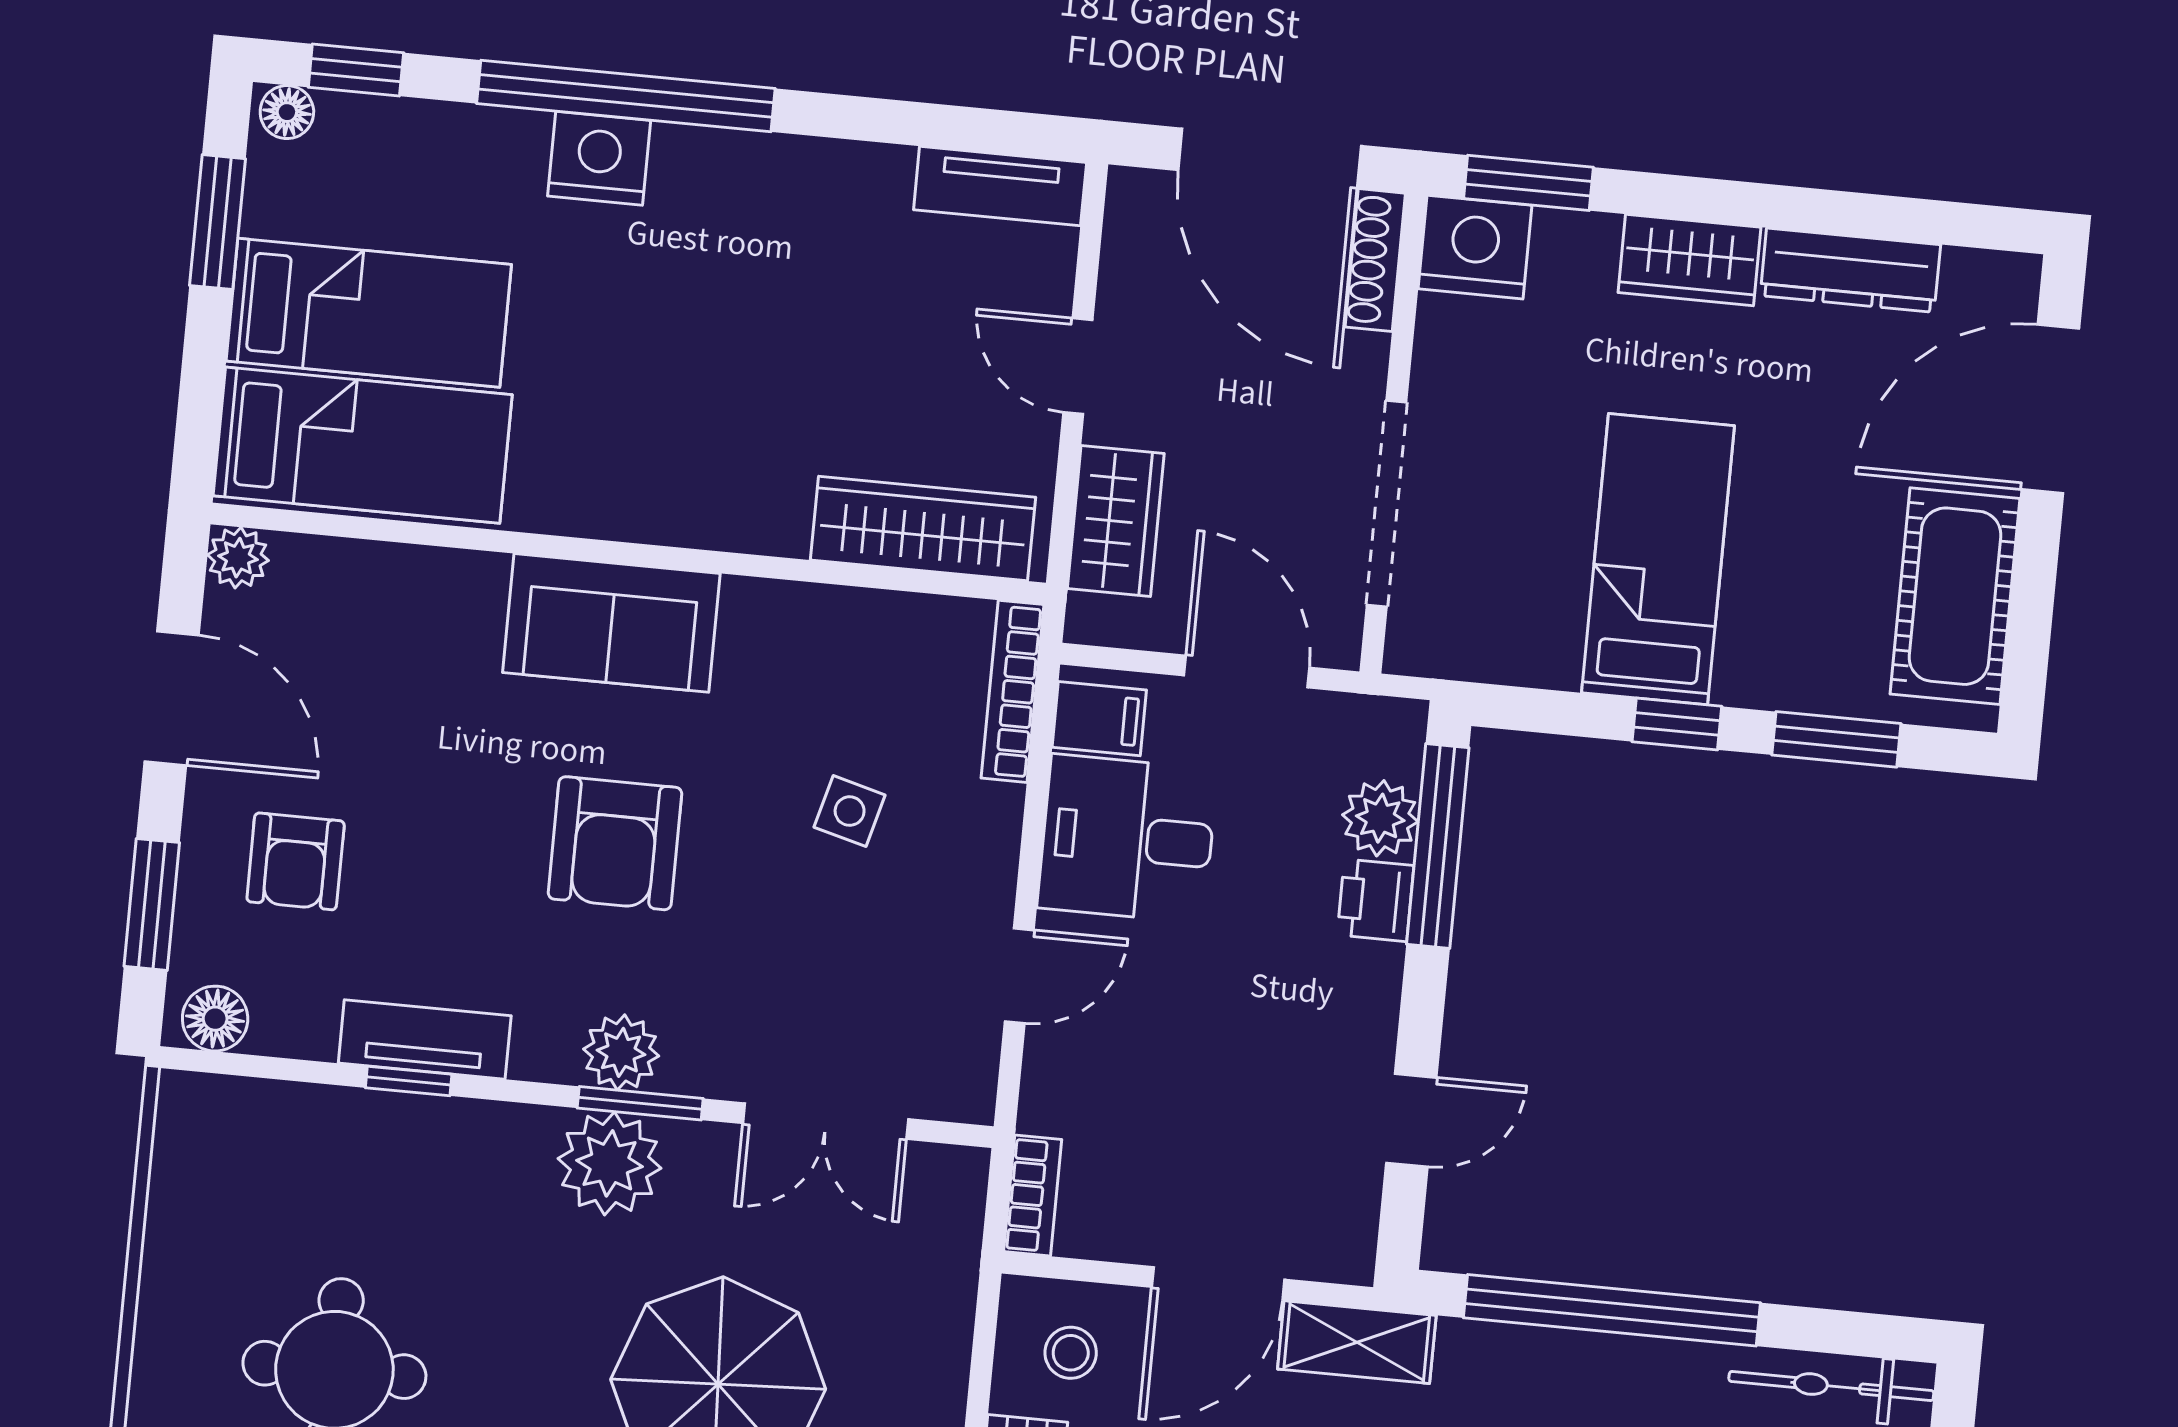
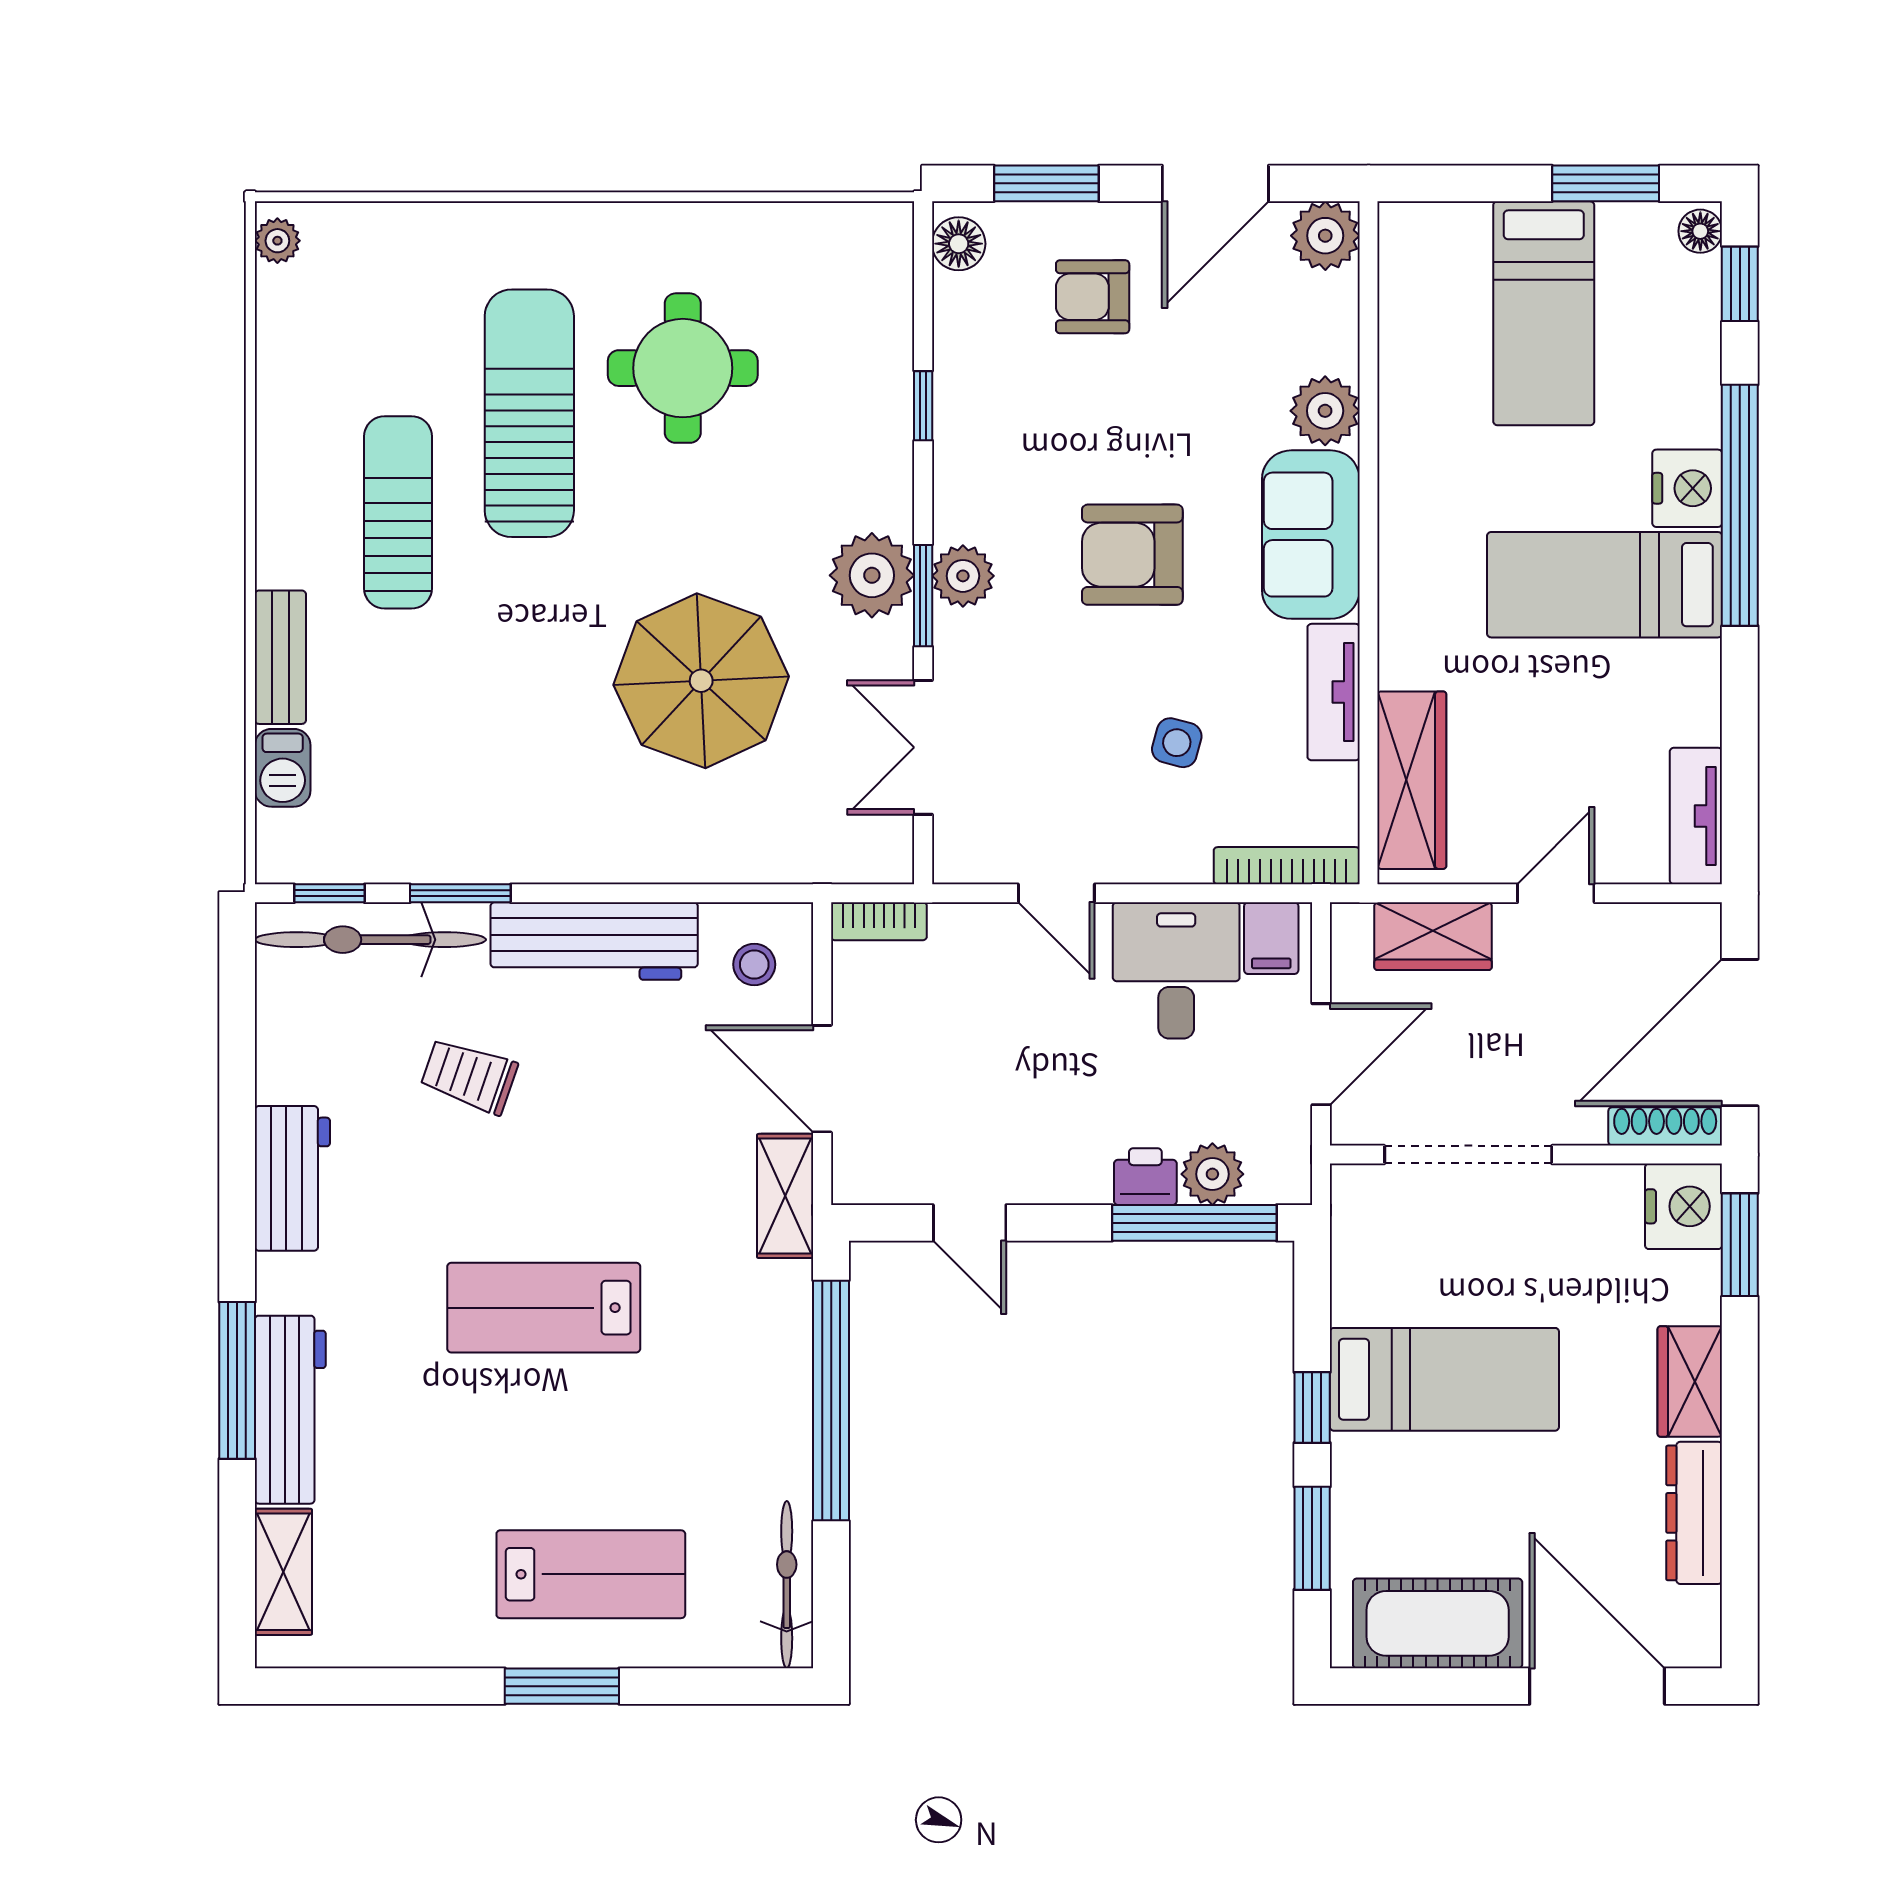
bed: (363, 445) -> (1605, 585), moved, turned 90
plant: (238, 558) -> (1325, 236), width x1.38, depth x1.38
plant: (462, 591) -> (1325, 411), added
tv unit: (425, 1039) -> (1334, 692), moved, turned 180

